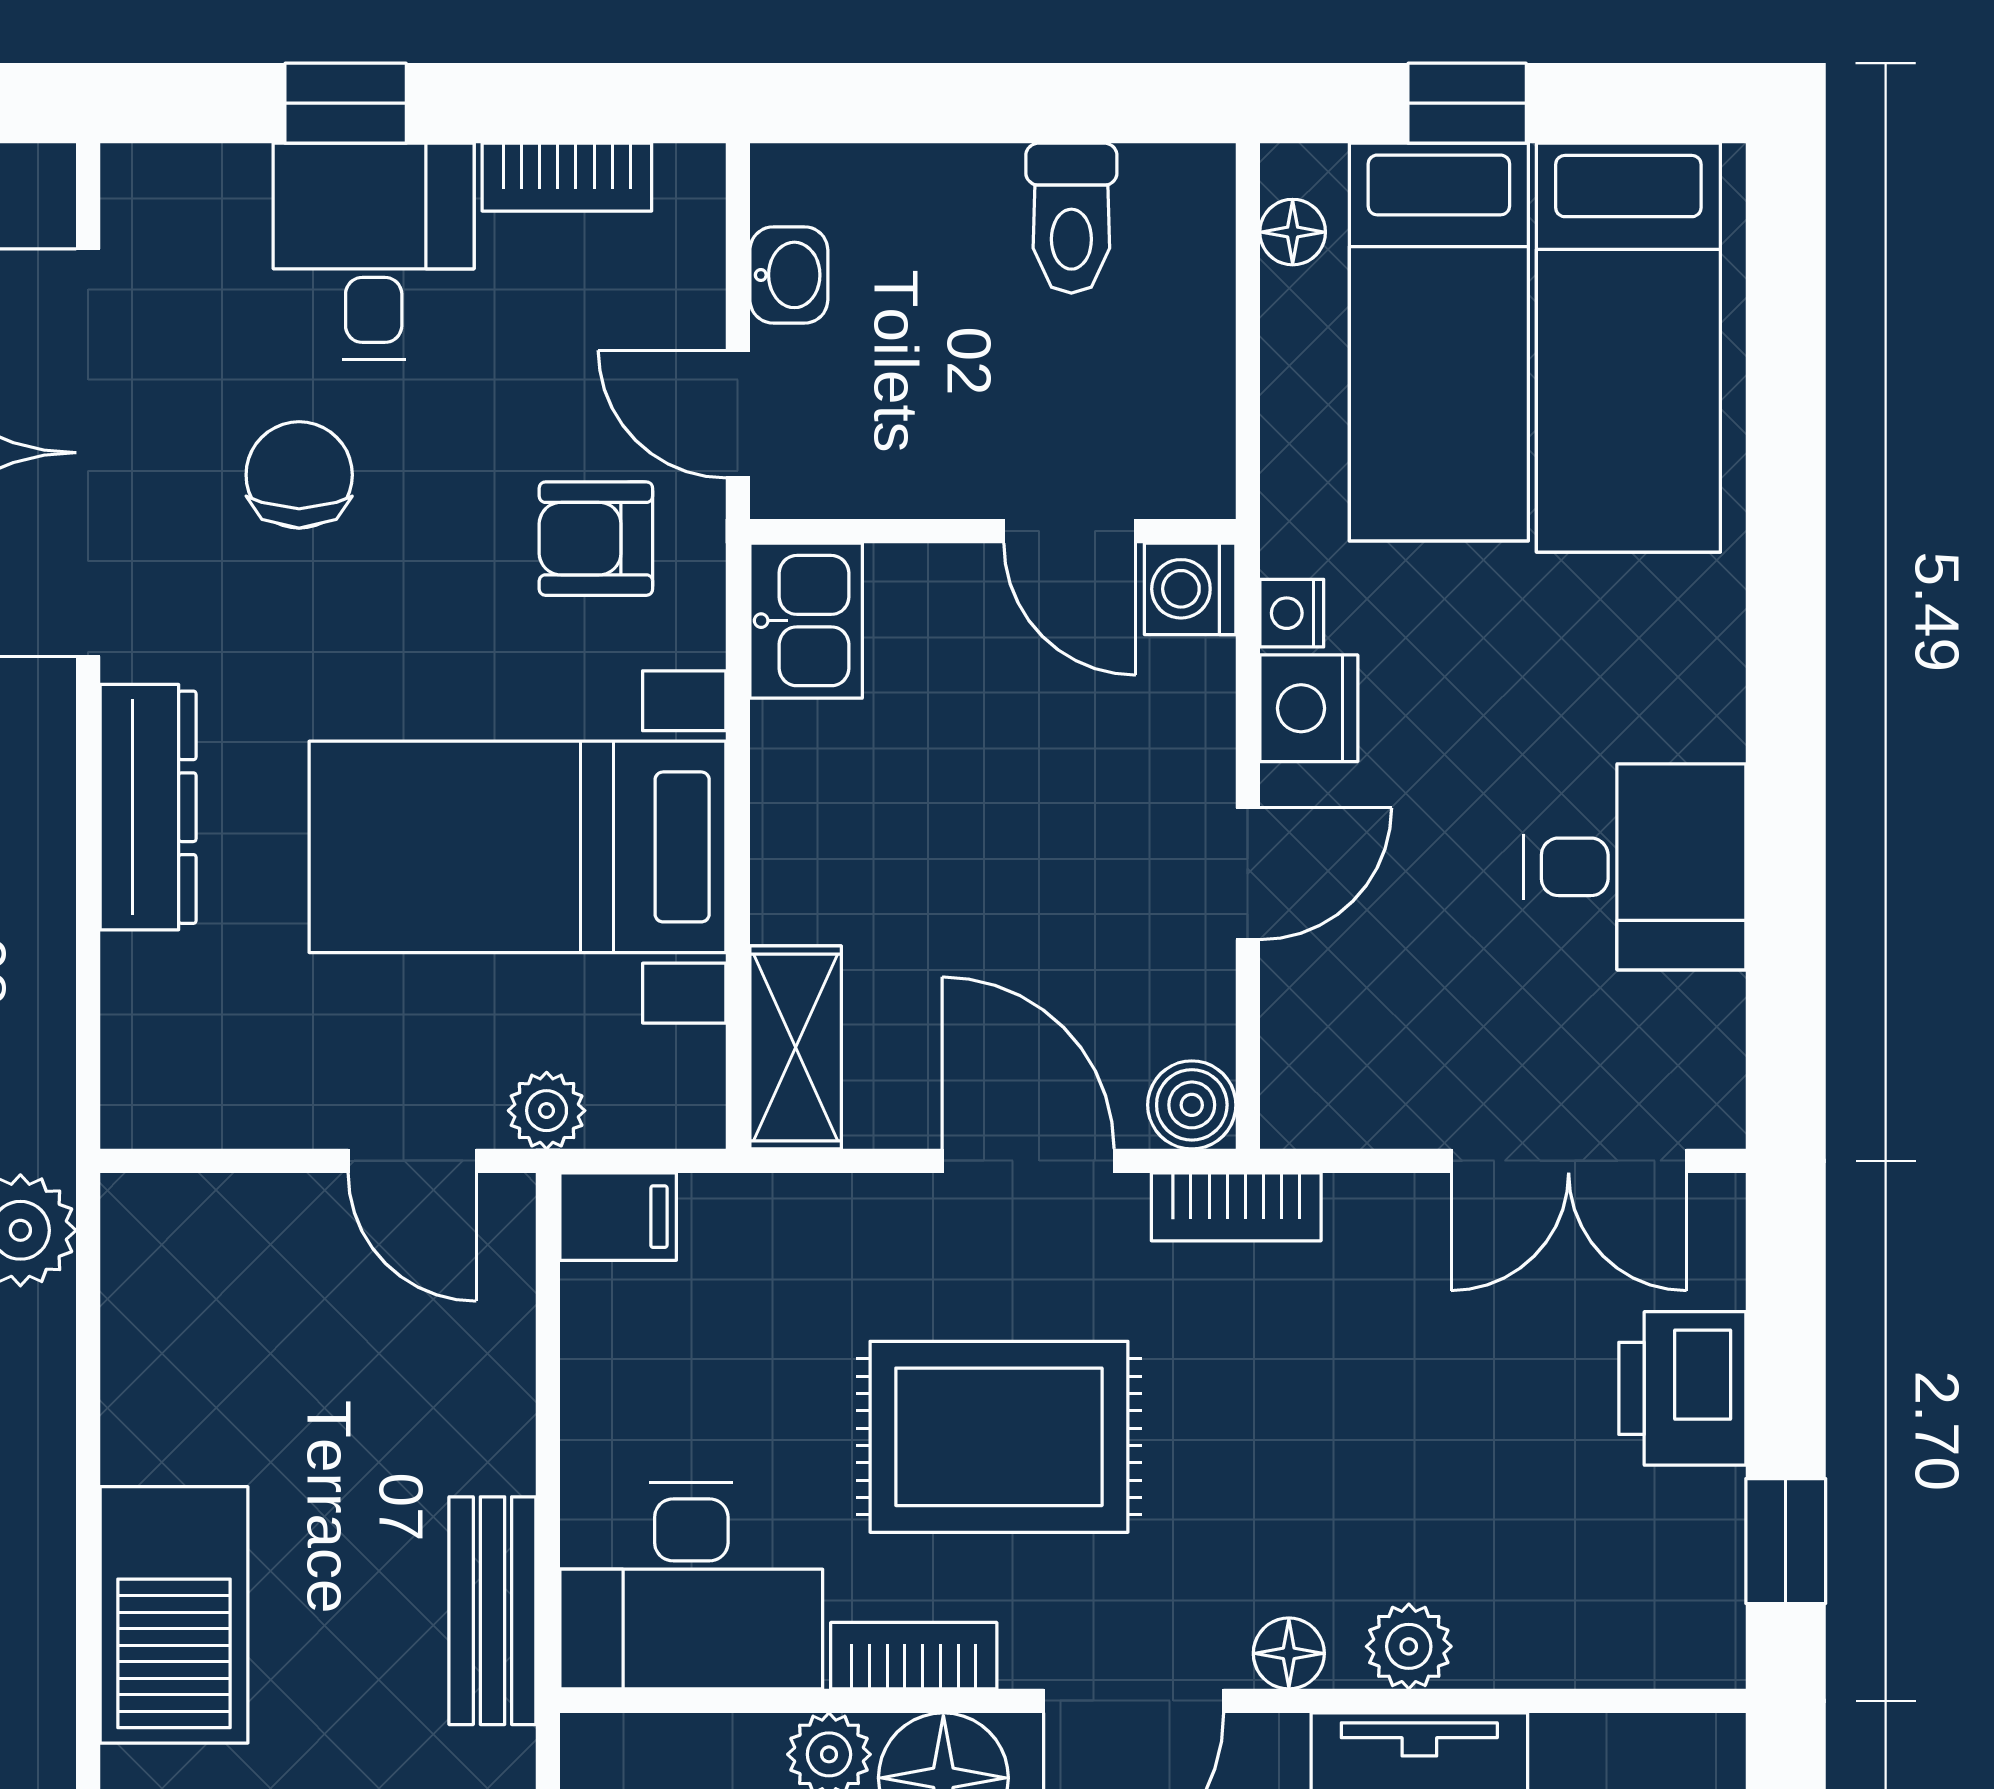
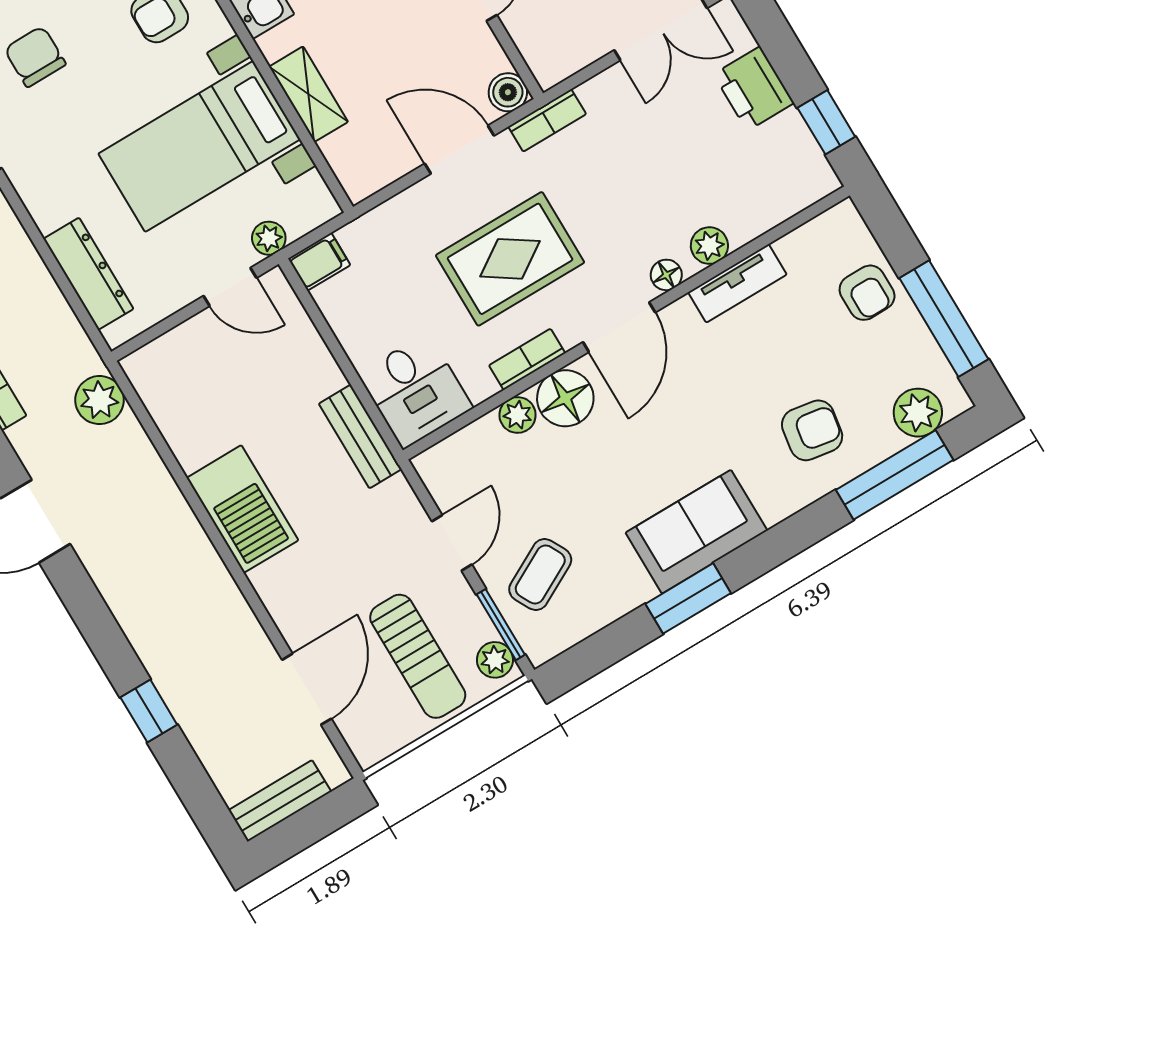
dresser: (148, 807) -> (89, 274), moved
shelving: (796, 1047) -> (309, 94), moved
desk: (691, 1586) -> (415, 391), width x0.73

